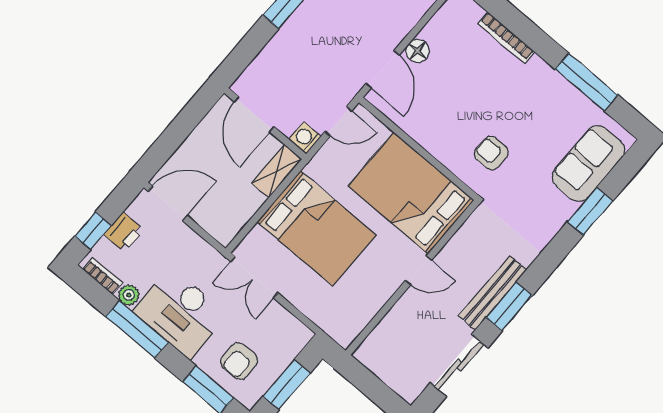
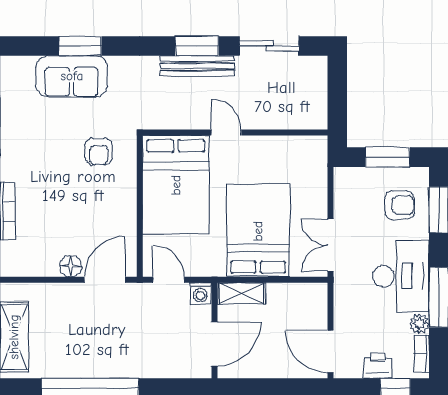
sofa: (588, 164) -> (72, 76), moved
double door: (254, 277) -> (331, 245), swing flipped

